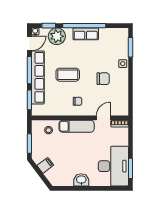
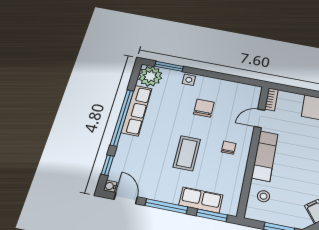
row of seats: (86, 34) -> (137, 110), width x1.48
plant: (57, 36) -> (150, 76), moved
row of seats: (38, 77) -> (201, 200), width x0.50
door: (103, 118) -> (259, 118), hinge flipped

